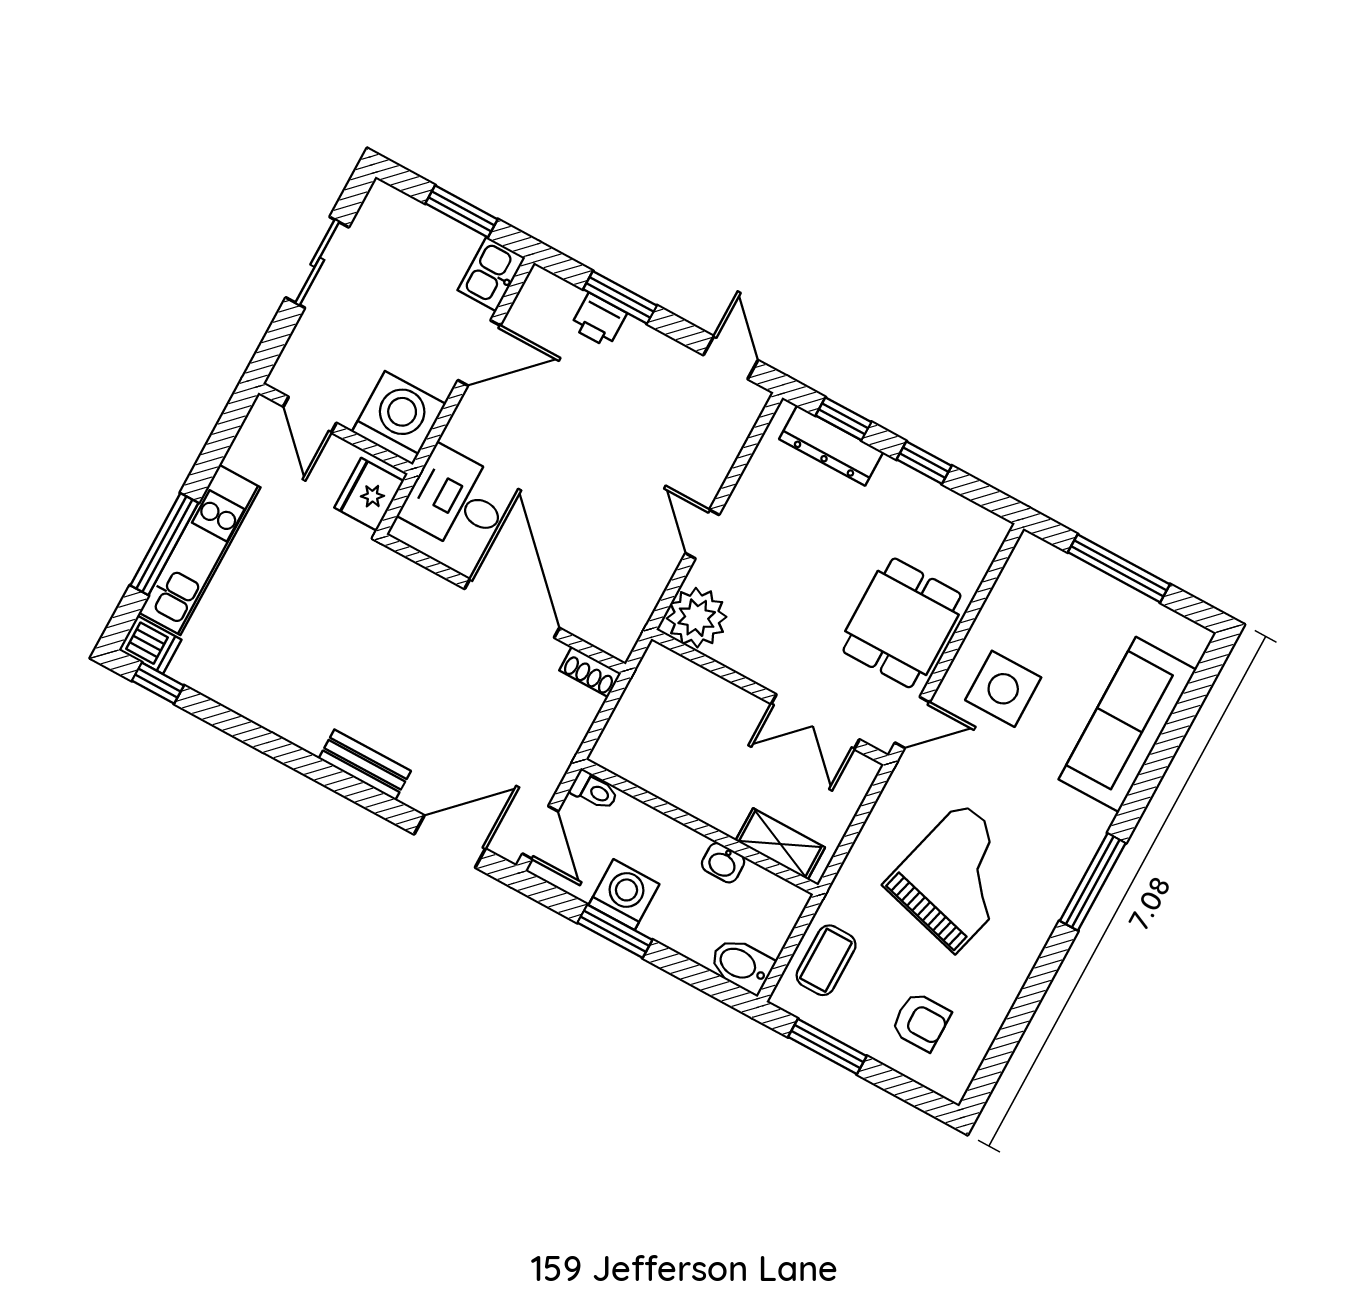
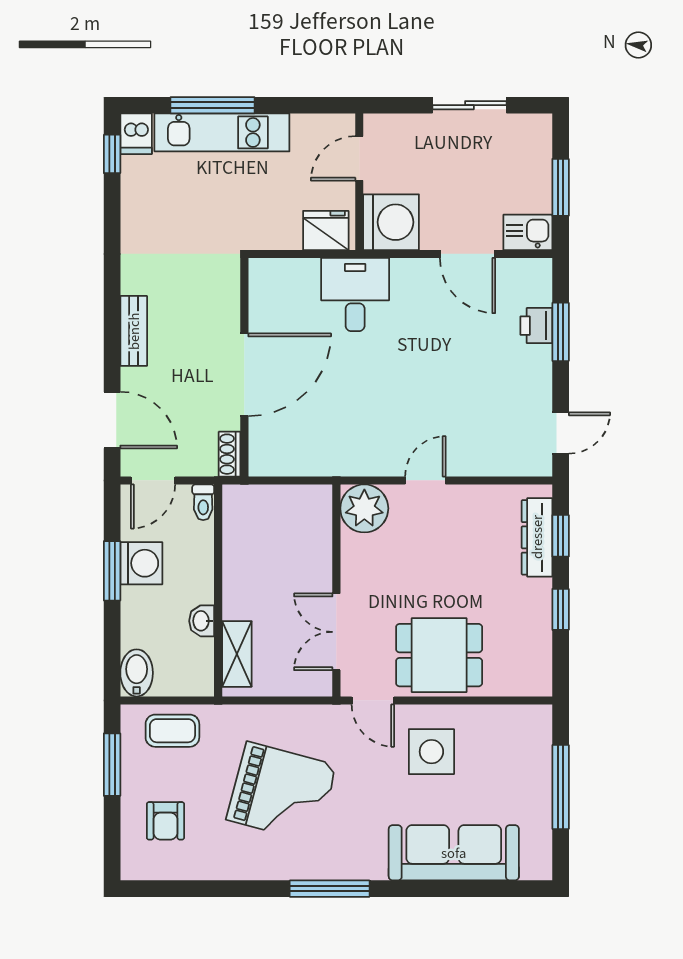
wall: (504, 604) -> (244, 367), moved
door: (512, 608) -> (244, 375), moved
shoe rack: (590, 672) -> (230, 454), moved

